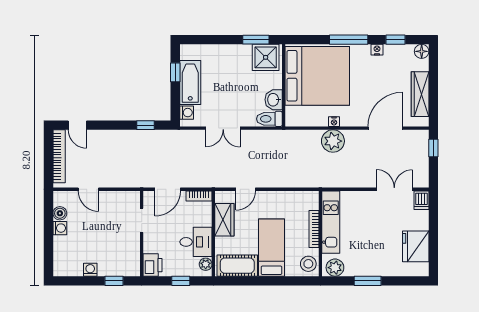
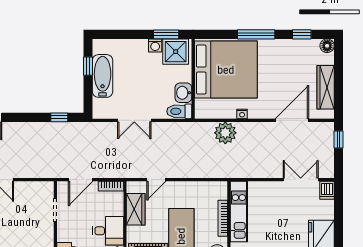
nightstand: (377, 50) -> (284, 44), removed
washing machine: (187, 113) -> (155, 45), moved, turned 90
plant: (333, 141) -> (225, 133), moved

